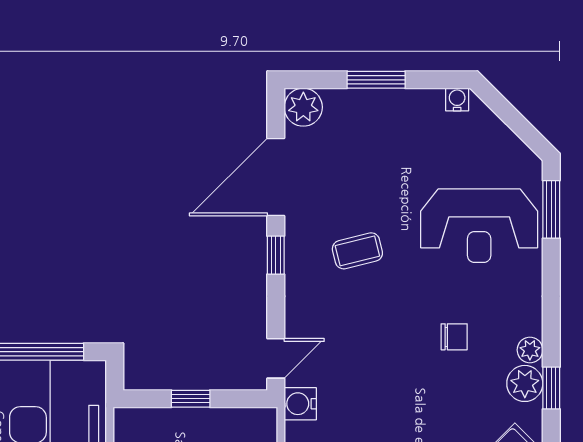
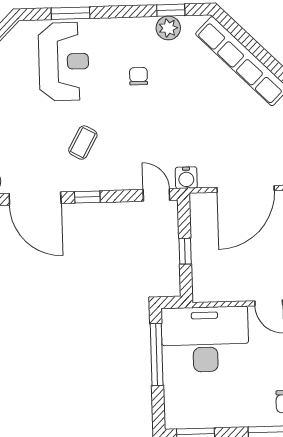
window: (551, 209) -> (70, 13), moved
coffee table: (357, 251) -> (83, 143), turned 43
plant: (530, 350) -> (146, 25), removed

